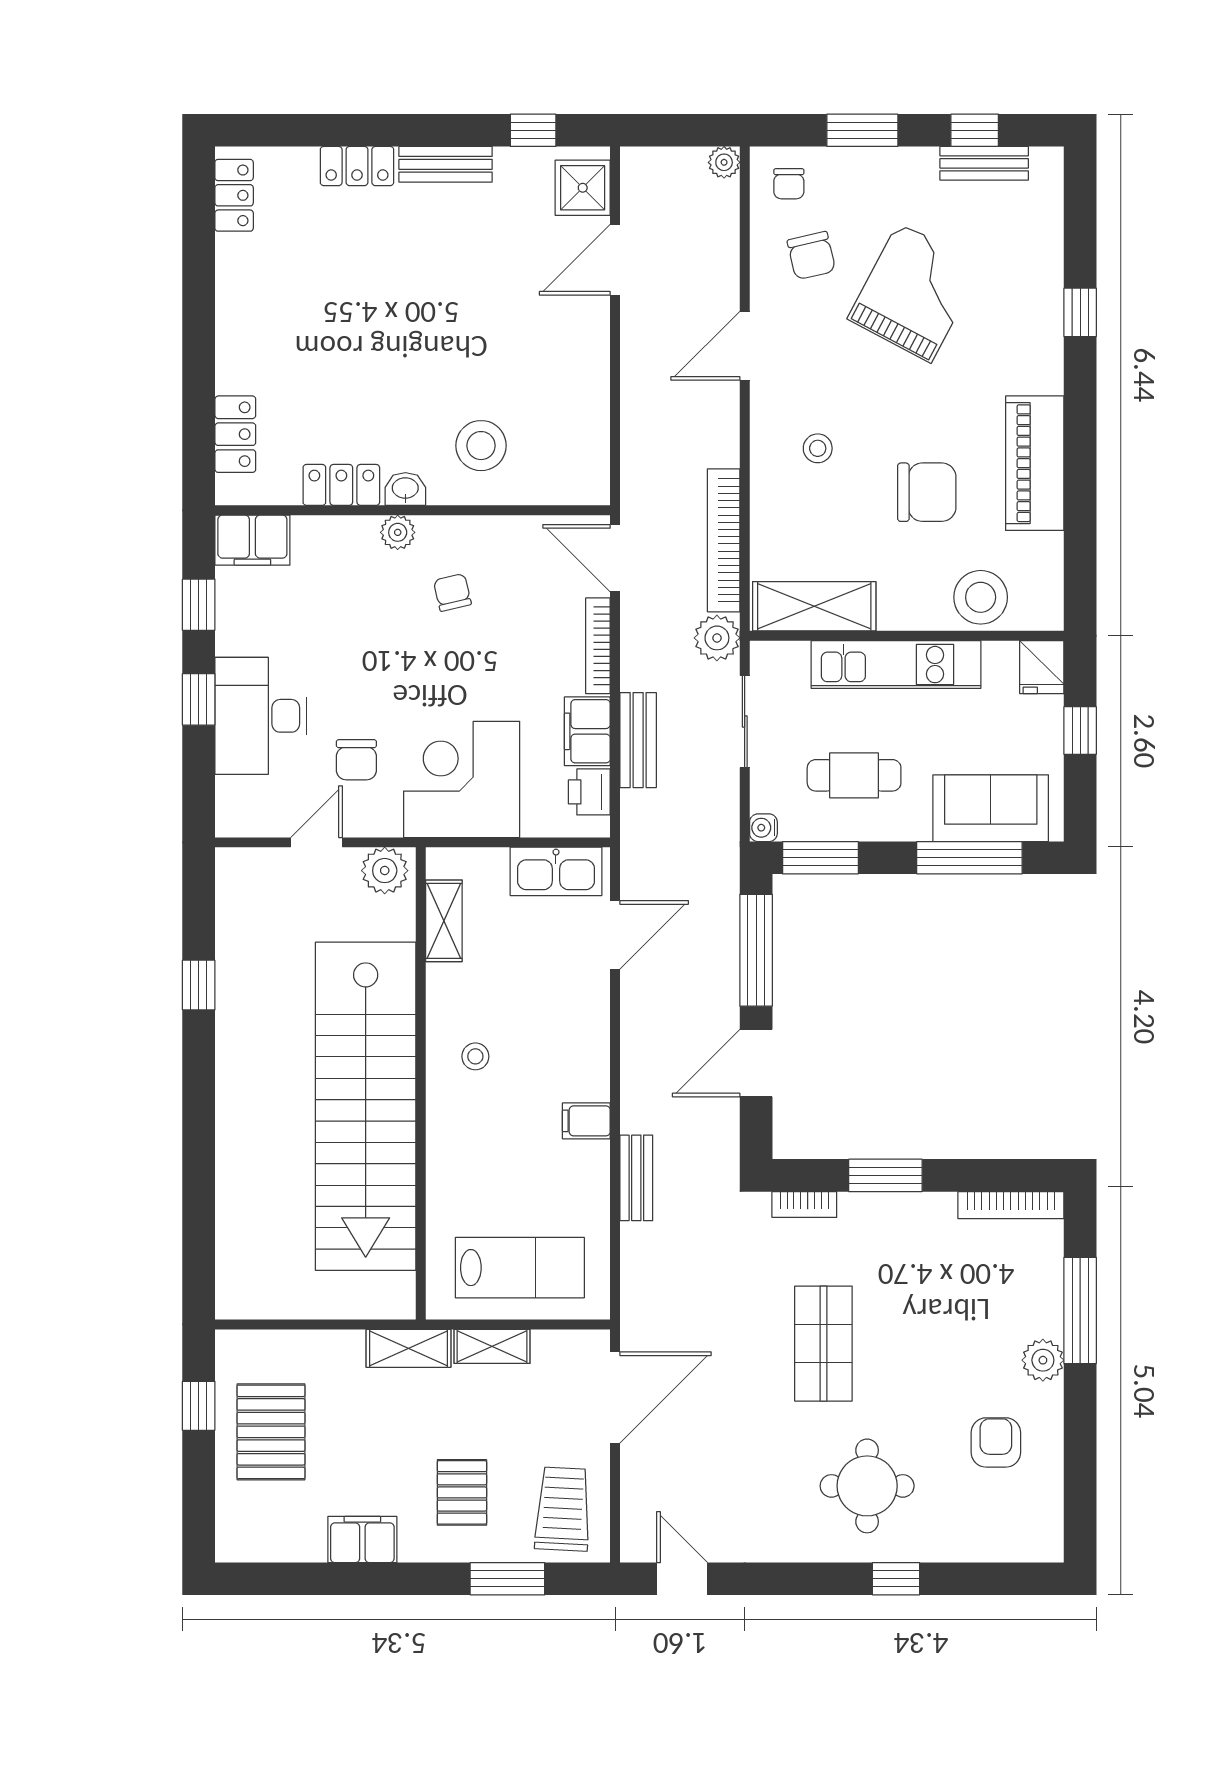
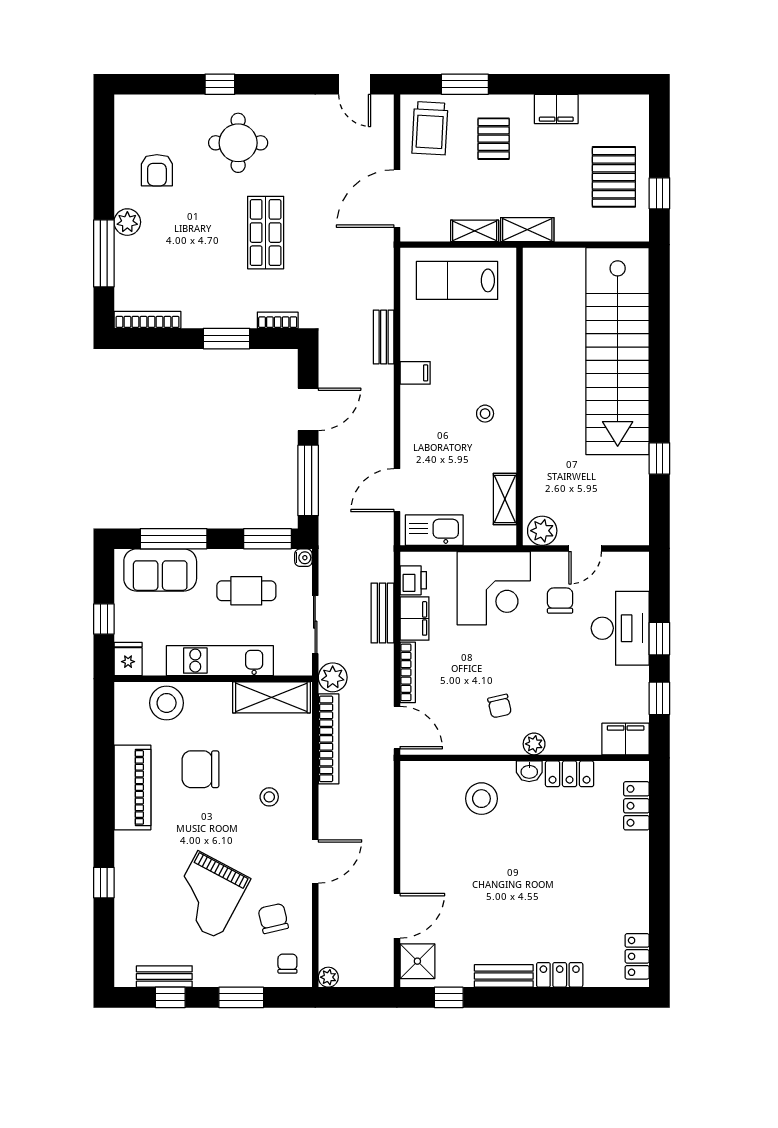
stairs: (366, 1106) -> (618, 351), moved, turned 180

